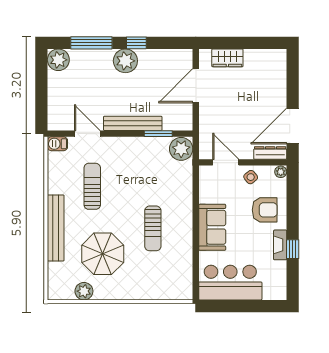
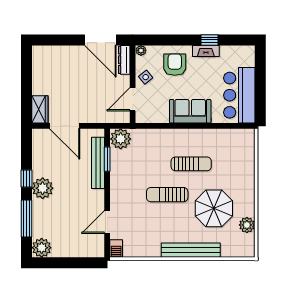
wardrobe: (227, 58) -> (40, 109), moved
bench: (133, 123) -> (98, 163), moved
sun lounger: (92, 186) -> (167, 195), moved

